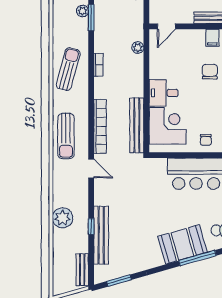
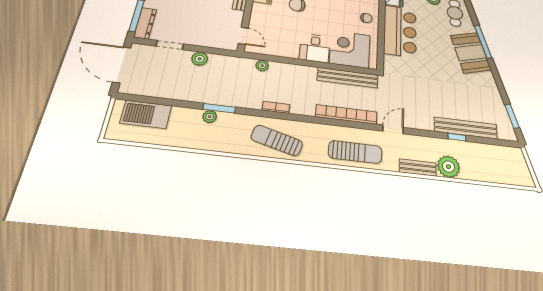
bench: (82, 270) -> (418, 168), moved

